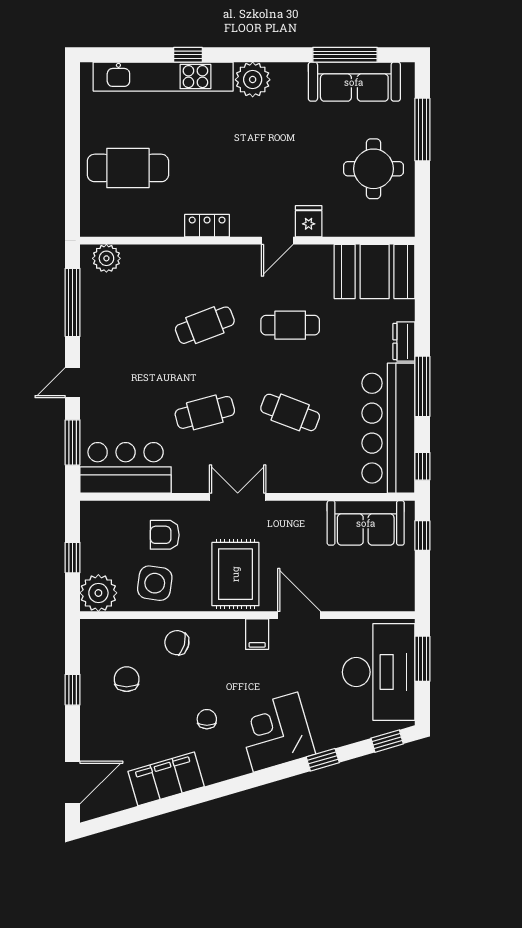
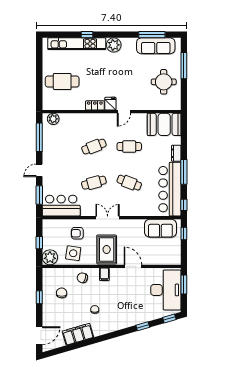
fridge: (309, 221) -> (110, 104), moved
filing cabinet: (257, 634) -> (104, 274), moved
corner desk: (276, 732) -> (123, 315), removed

